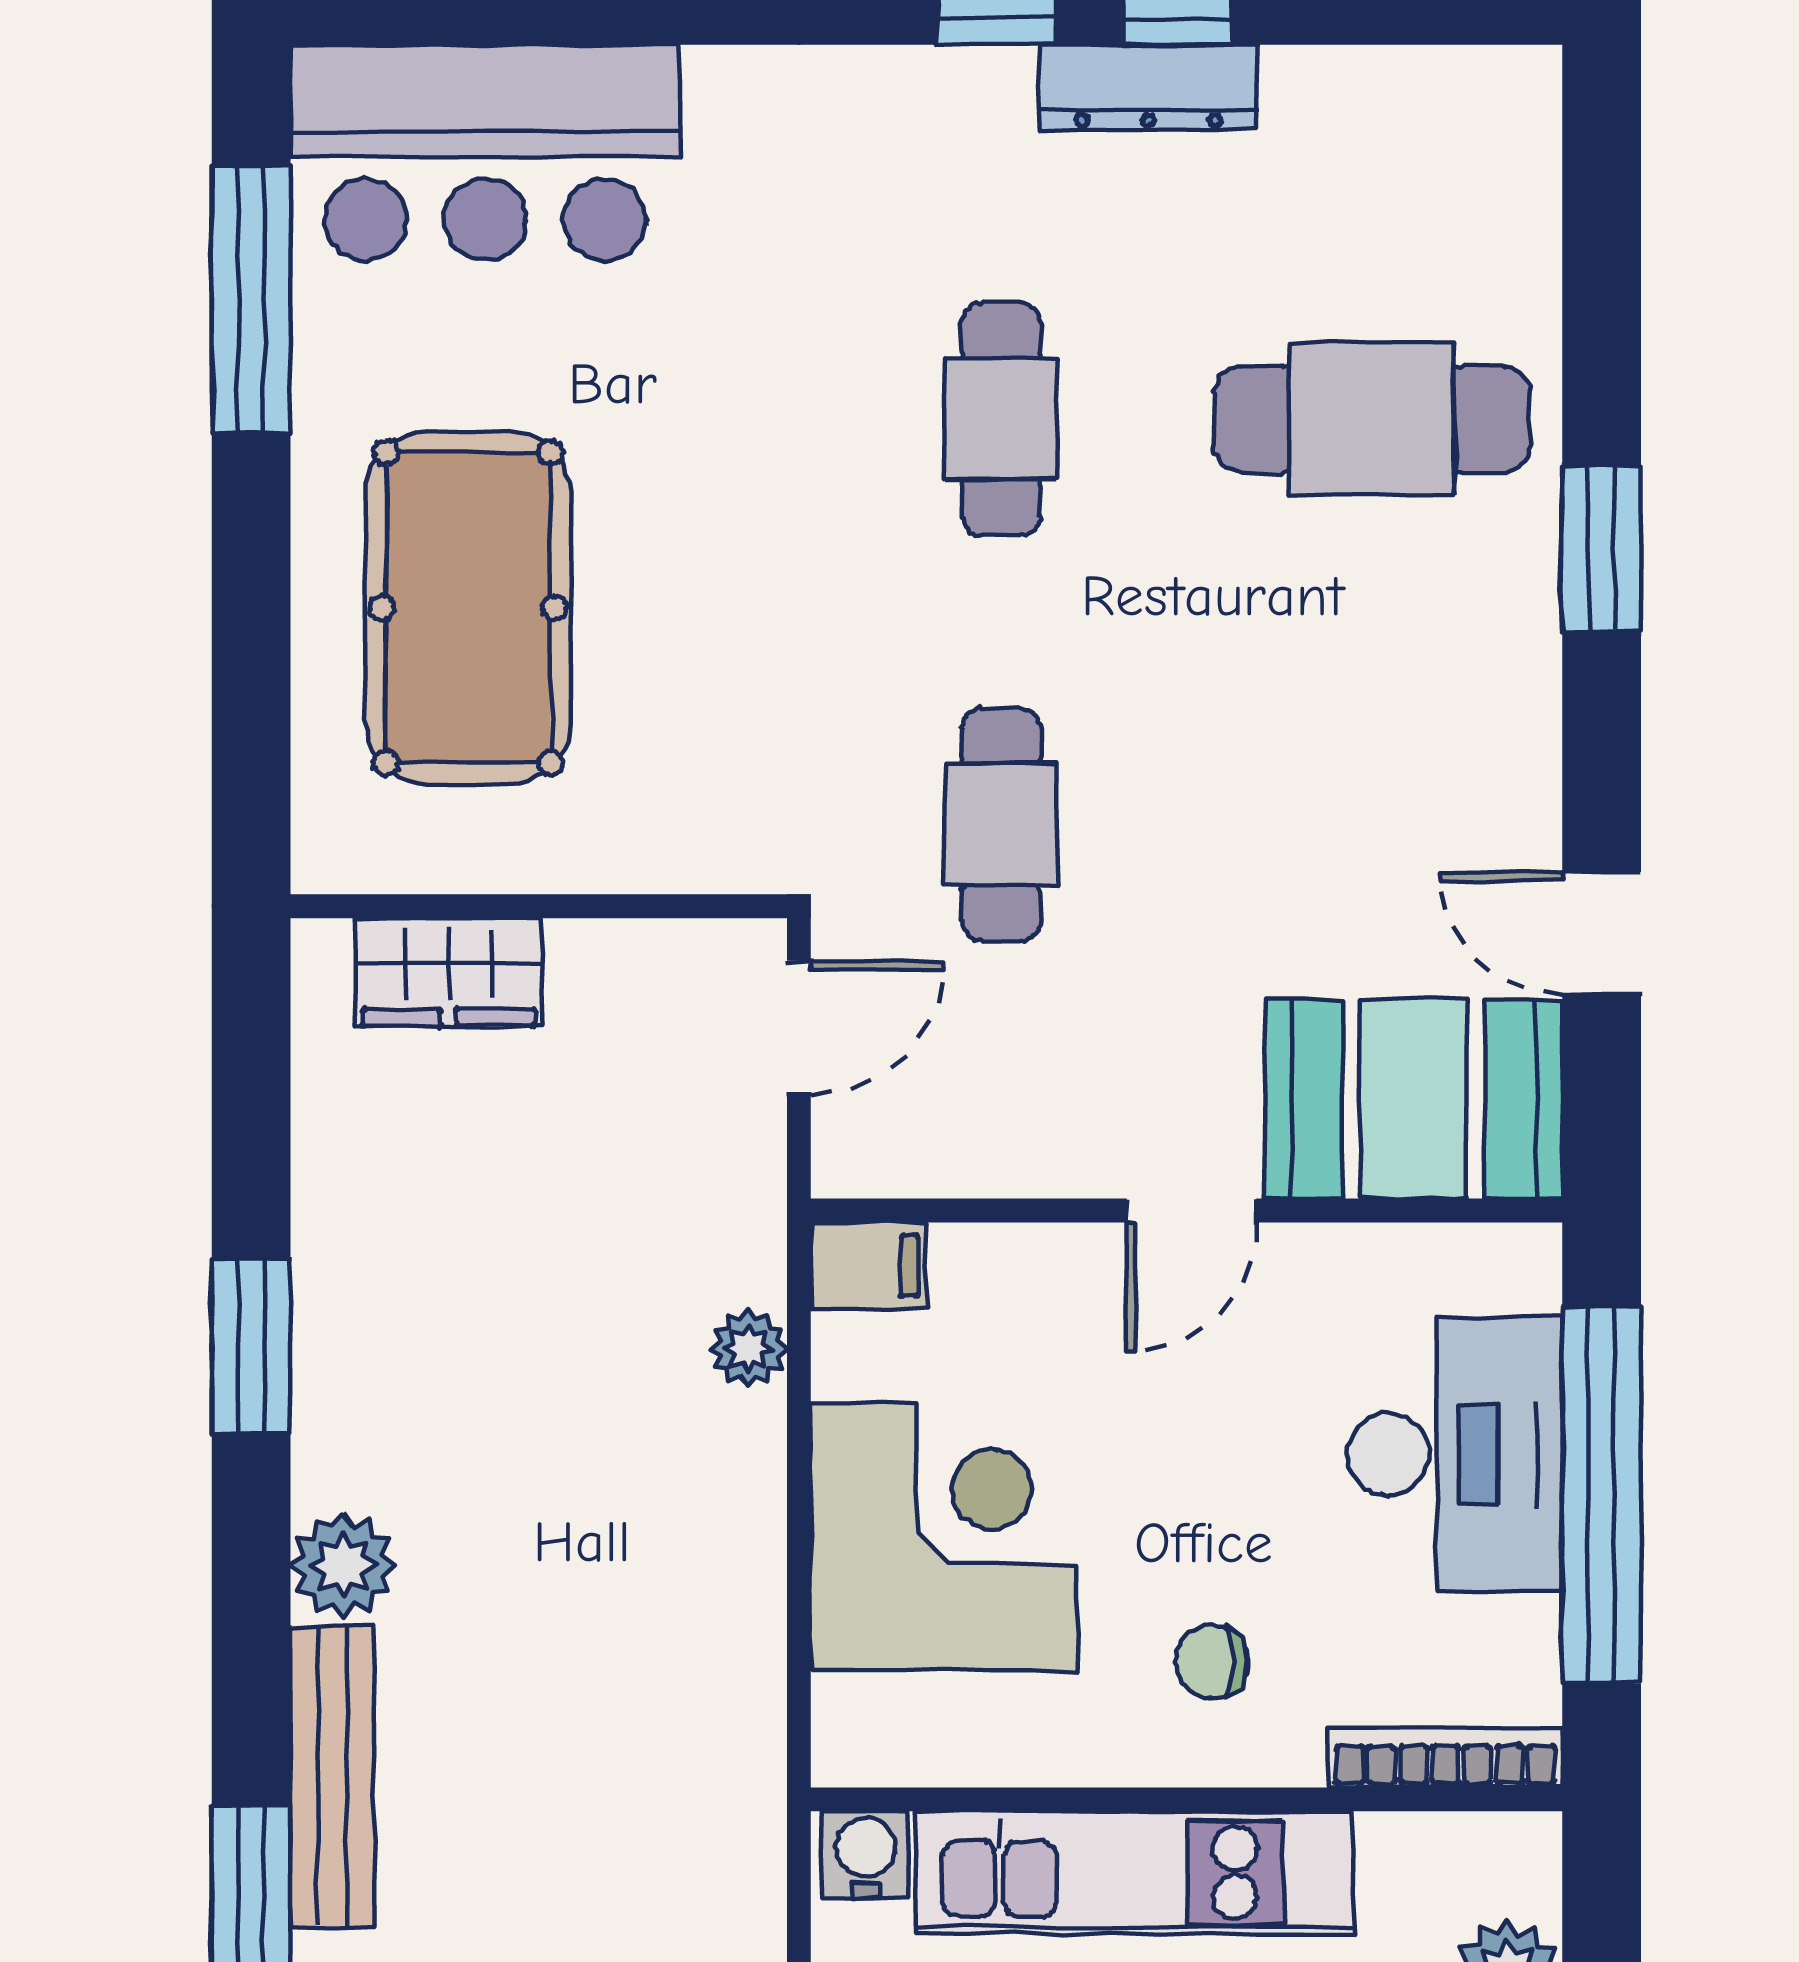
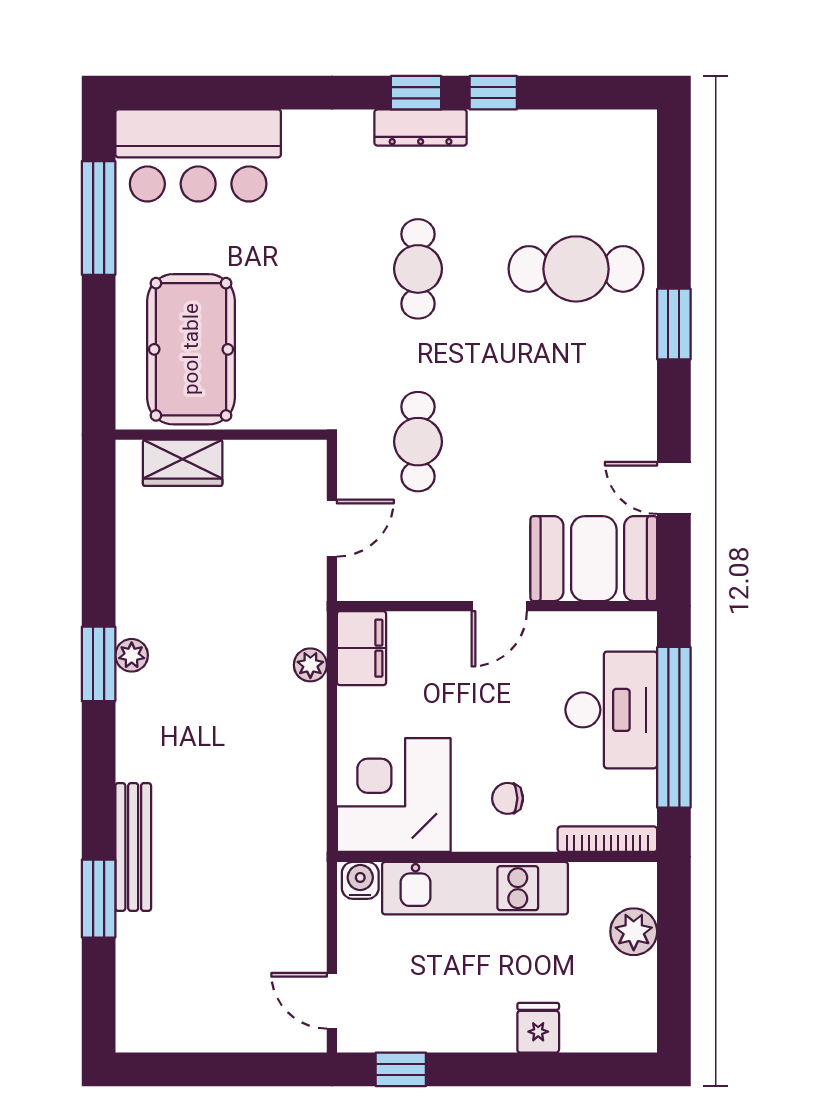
dresser: (1149, 87) -> (421, 128), moved
wall: (539, 906) -> (221, 435), moved
wardrobe: (449, 972) -> (183, 463), moved
filing cabinet: (868, 1266) -> (362, 648), width x2.00
corner desk: (944, 1537) -> (394, 795), moved, turned -90
plant: (343, 1565) -> (132, 655), moved, width x0.73, depth x0.73

